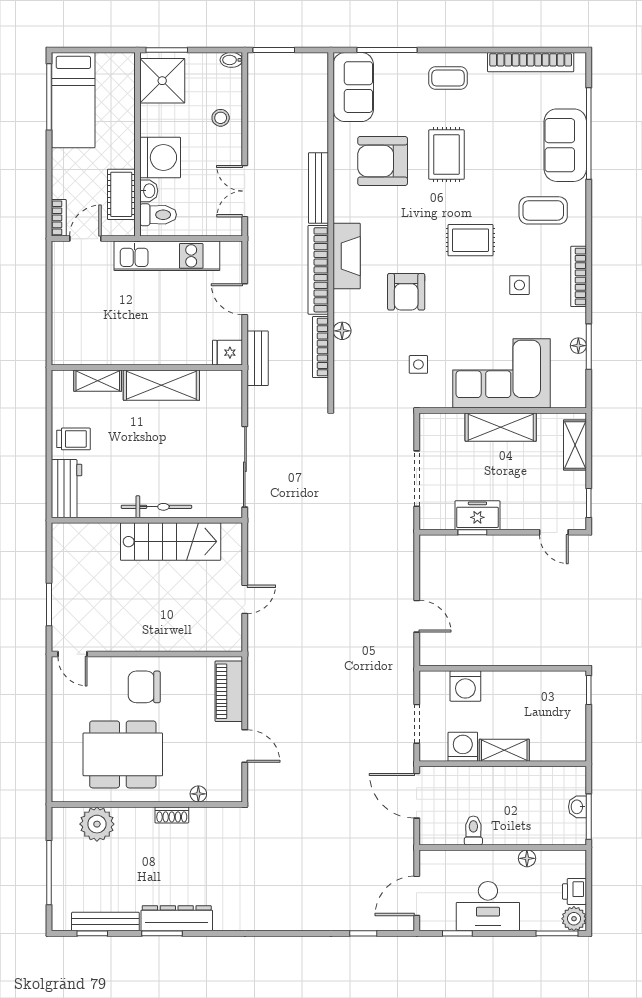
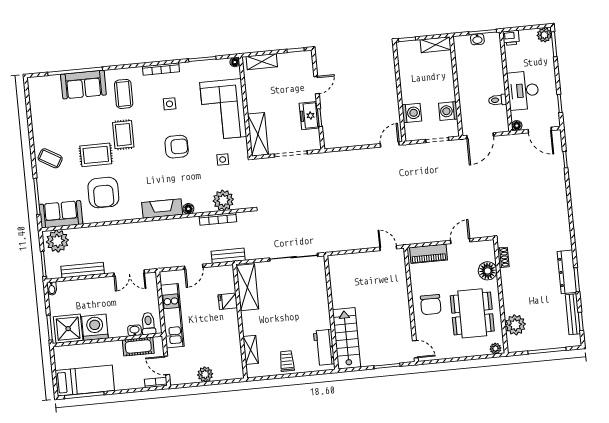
bookcase: (531, 62) -> (36, 110), removed
plant: (310, 77) -> (57, 241), added
coffee table: (448, 78) -> (50, 158), turned -60
stool: (221, 118) -> (87, 292), removed
washing machine: (160, 158) -> (95, 327), moved
bench: (318, 188) -> (83, 270), moved
rug: (471, 240) -> (123, 135), moved
bookcase: (318, 270) -> (172, 225), removed
armchair: (406, 292) -> (177, 147), moved
plant: (64, 301) -> (205, 374), added
floor lamp: (342, 331) -> (188, 209), moved
floor lamp: (578, 346) -> (235, 62), moved
fridge: (228, 353) -> (228, 301), moved, turned 90
plant: (351, 359) -> (223, 200), added
shelving: (161, 385) -> (247, 287), moved
shelving: (501, 427) -> (258, 134), moved
workbench: (67, 489) -> (324, 347), moved, turned -90
bicycle: (156, 507) -> (323, 308), removed
door: (554, 532) -> (317, 85), moved
stairs: (171, 542) -> (347, 338), moved
door: (245, 599) -> (388, 248), moved
door: (417, 616) -> (390, 144), moved
door: (72, 654) -> (415, 349), hinge flipped
shelving: (504, 750) -> (436, 45), moved, turned 90
plant: (61, 787) -> (495, 349), added
floor lamp: (198, 794) -> (488, 271), width x1.89, depth x1.89
shoe rack: (172, 815) -> (503, 257), moved
floor lamp: (527, 858) -> (517, 126), moved
printer: (574, 892) -> (511, 38), moved
desk: (488, 906) -> (523, 90), moved, turned 180

